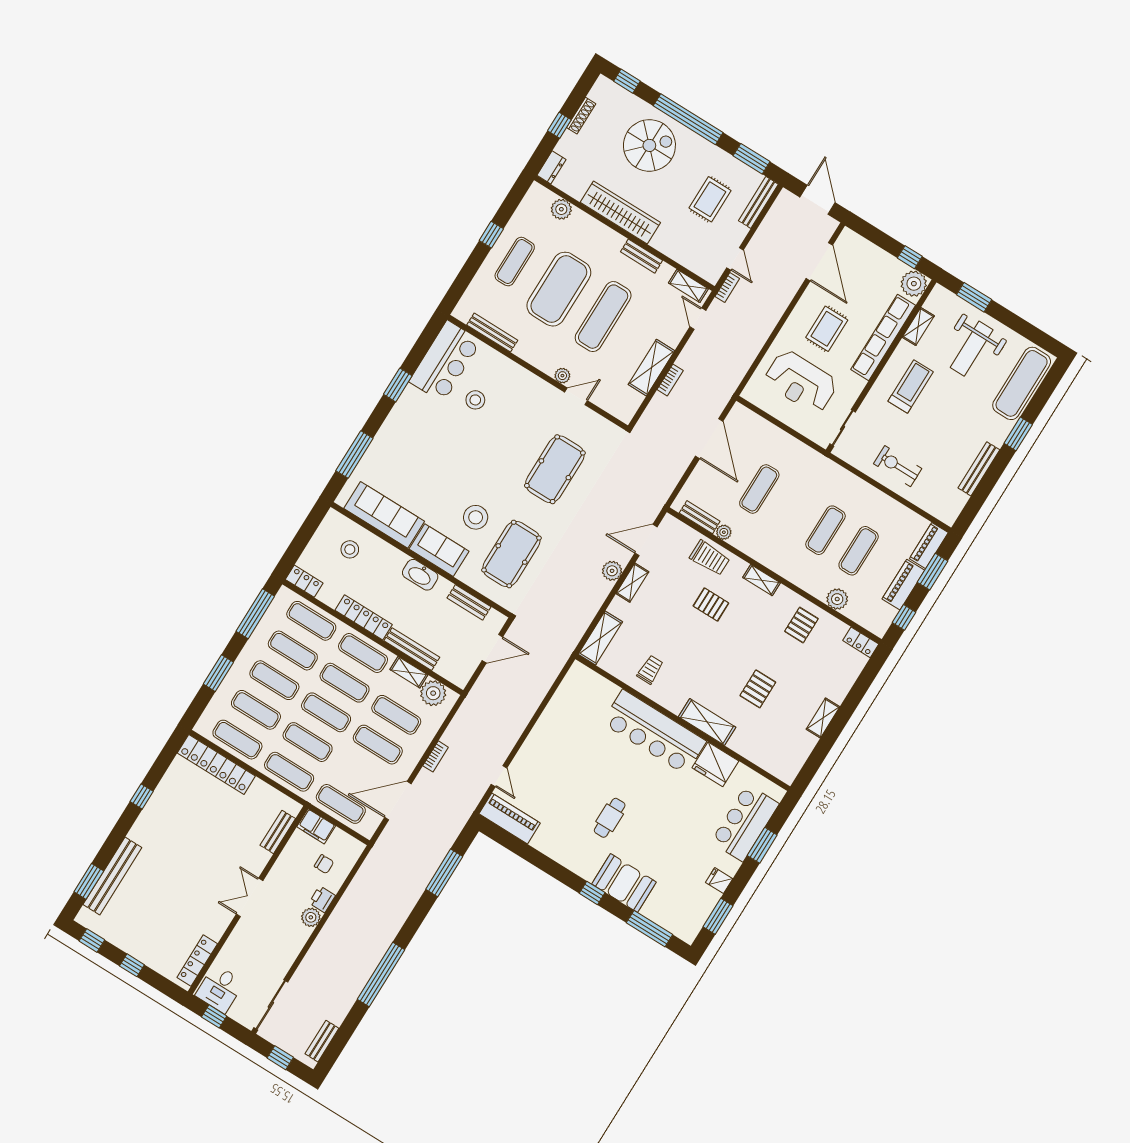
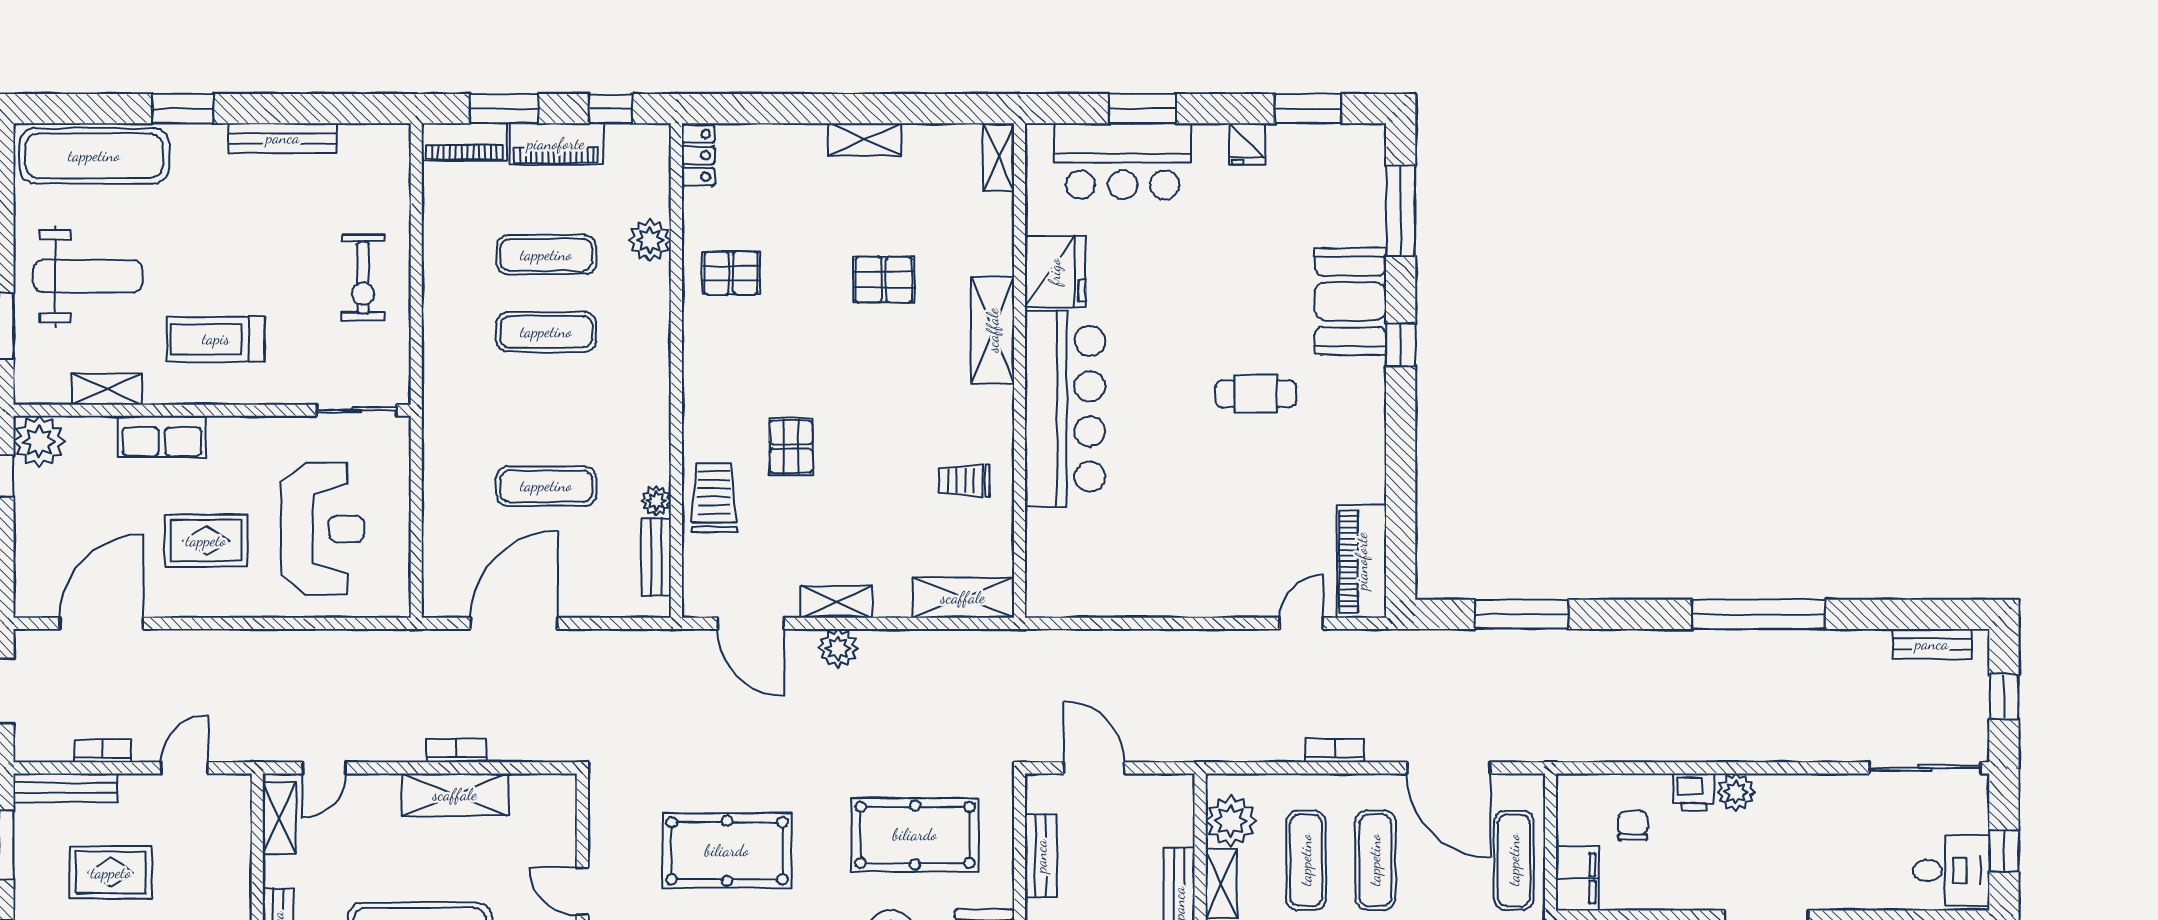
bookcase: (727, 288) -> (103, 751), moved
row of seats: (883, 337) -> (162, 437), width x0.50
shelving: (761, 580) -> (999, 157), moved

